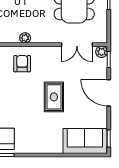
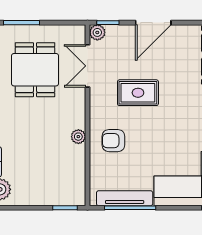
double door: (77, 45) -> (88, 66), swing flipped
rug: (54, 97) -> (138, 93), moved

